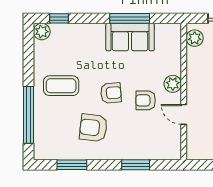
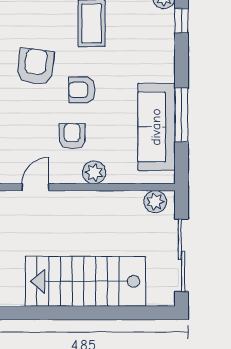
sofa: (130, 37) -> (156, 127), width x1.36
armchair: (111, 93) -> (82, 90), turned 95
door: (184, 114) -> (35, 187), moved

